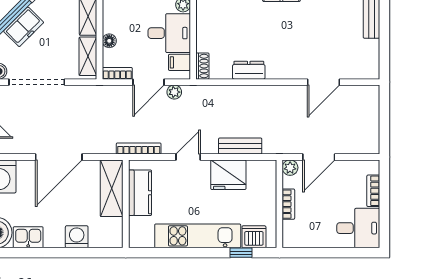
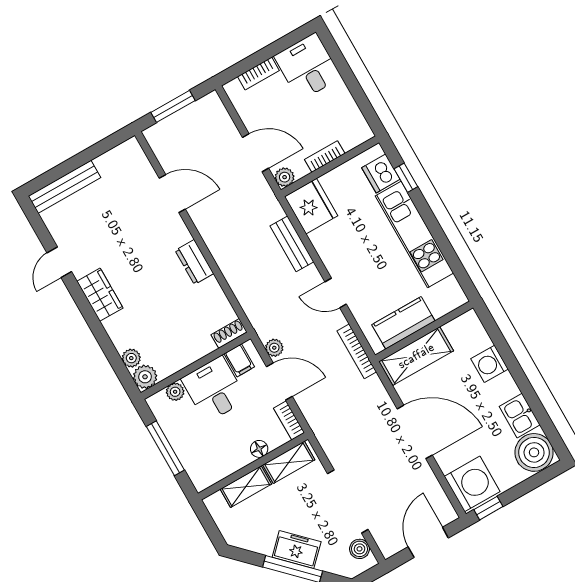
dresser: (249, 70) -> (194, 262), moved
window: (384, 118) -> (173, 106), added
fridge: (228, 175) -> (311, 206), moved

